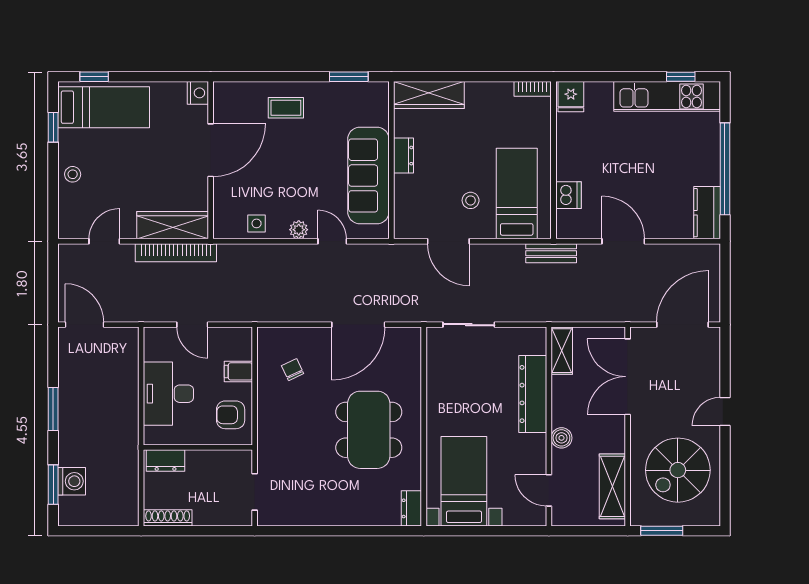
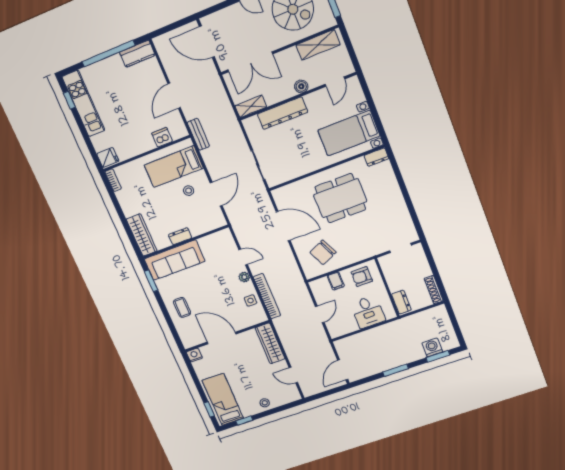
sofa: (368, 176) -> (175, 260), moved
door: (332, 241) -> (243, 257), swing flipped
bookcase: (176, 253) -> (267, 296), moved
chair: (293, 370) -> (323, 252), width x1.87, depth x1.87
desk: (168, 394) -> (368, 312), width x0.73
armchair: (231, 415) -> (362, 277), turned 90

